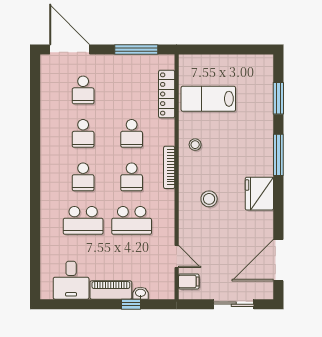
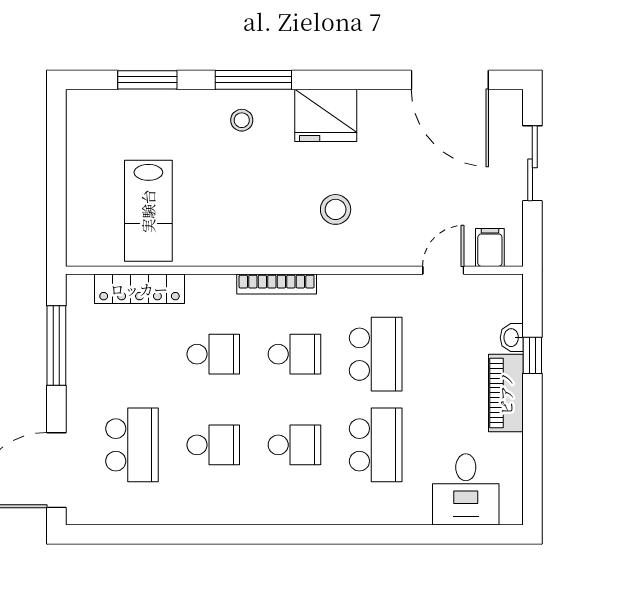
school desk: (83, 90) -> (132, 445), width x1.85
stool: (195, 145) -> (242, 120), moved
desk: (71, 280) -> (466, 489), moved, turned 90

